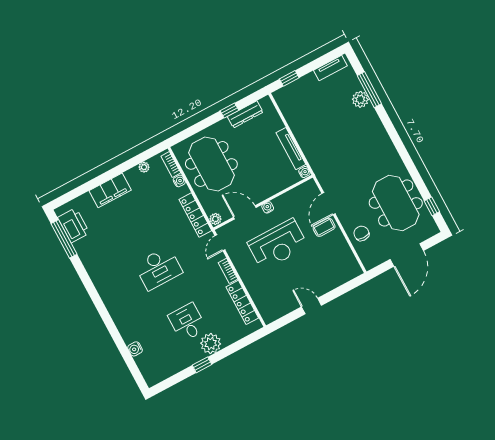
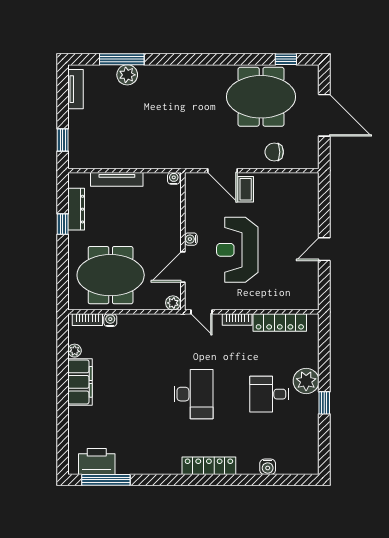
tv unit: (291, 149) -> (117, 179), moved
filing cabinet: (110, 190) -> (80, 382), moved
locker: (195, 215) -> (209, 466), moved, turned 180
reception desk: (278, 244) -> (237, 250), turned 180

